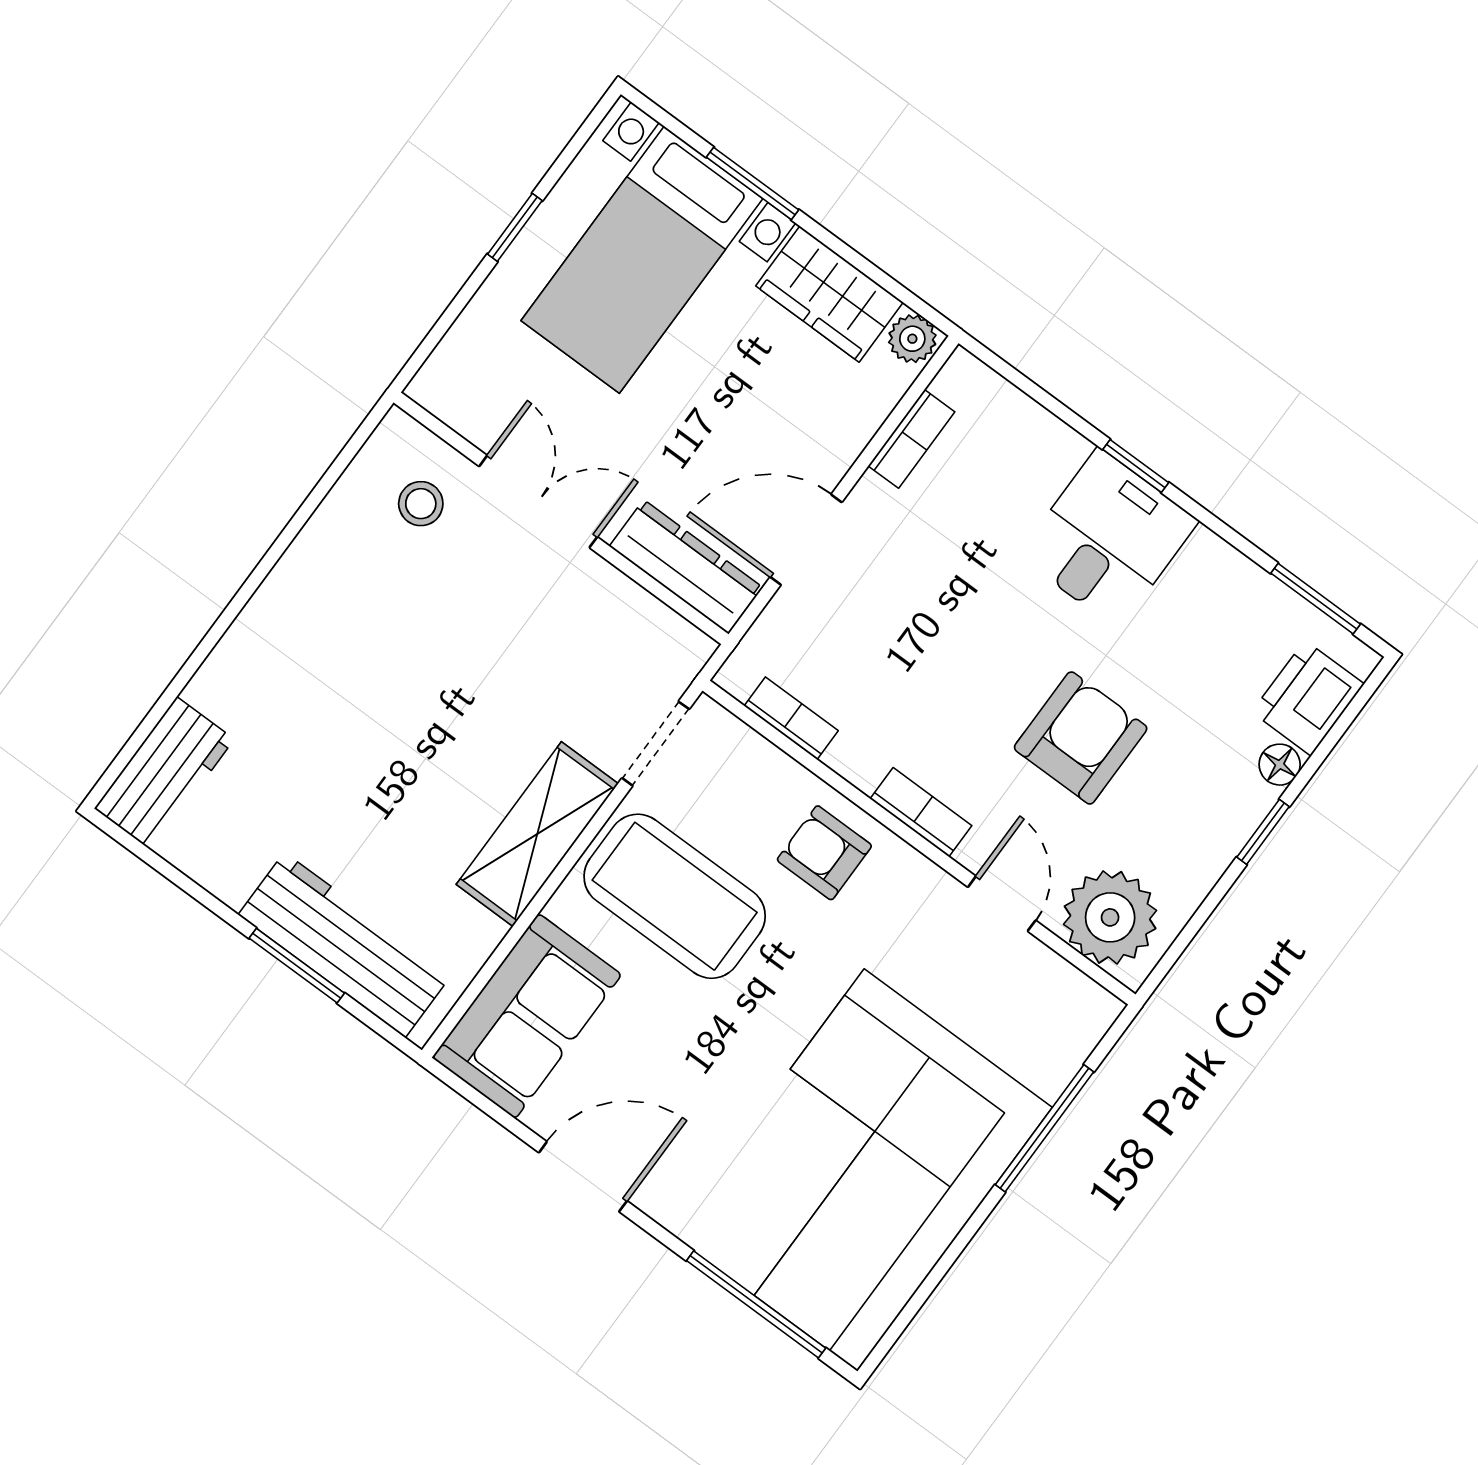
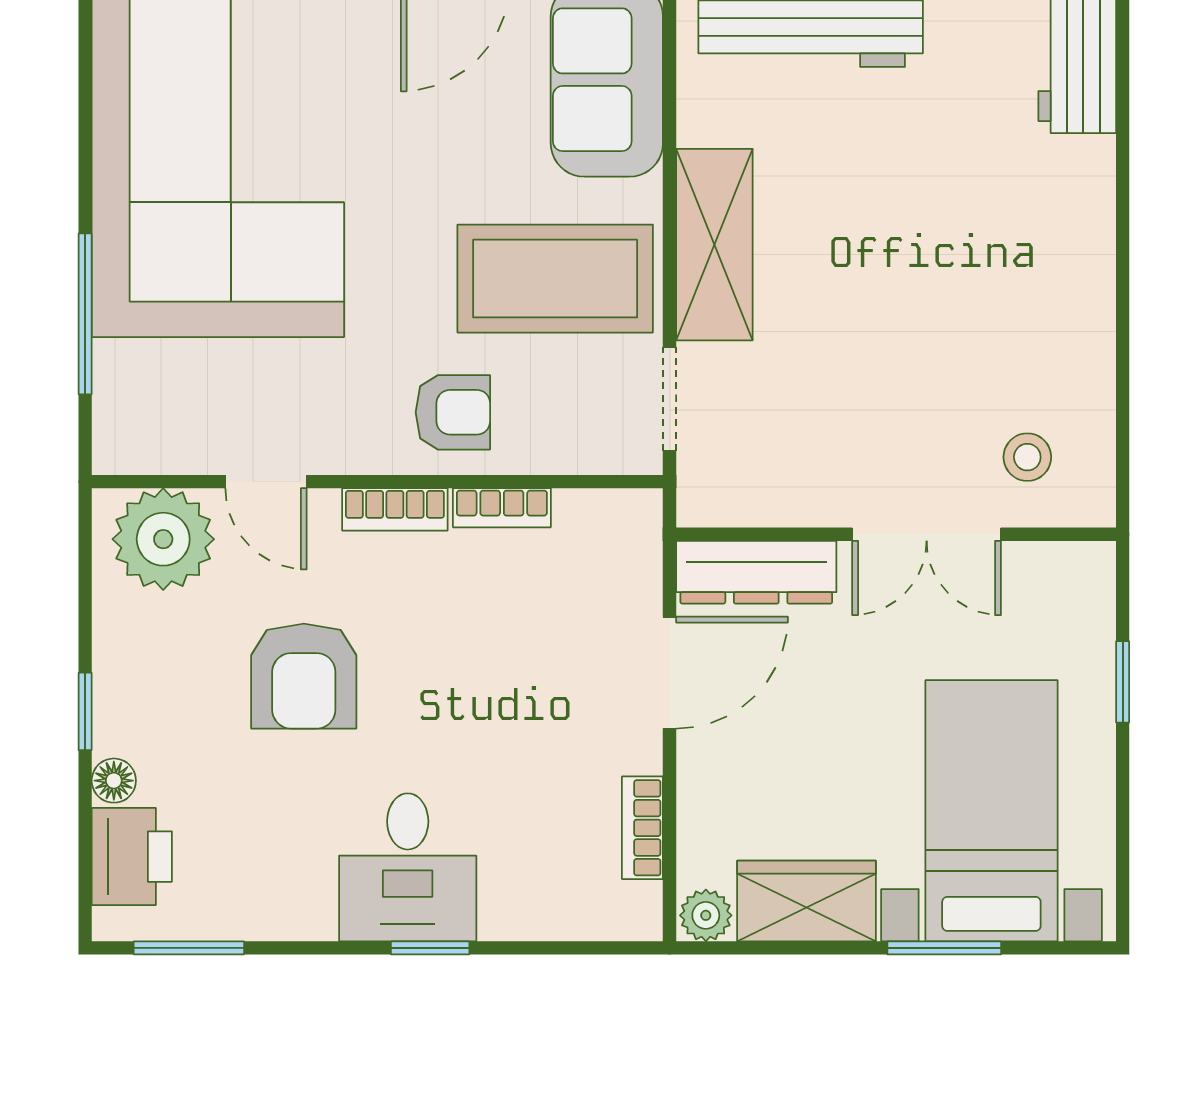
window: (515, 227) -> (1123, 682), moved
bookcase: (791, 718) -> (502, 508), moved

